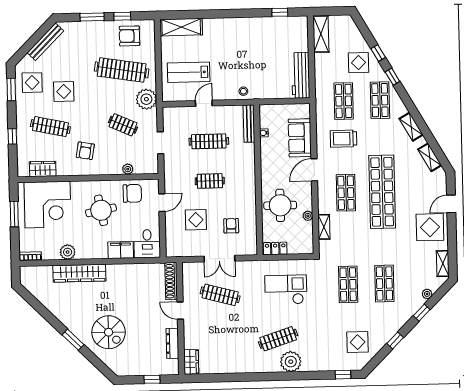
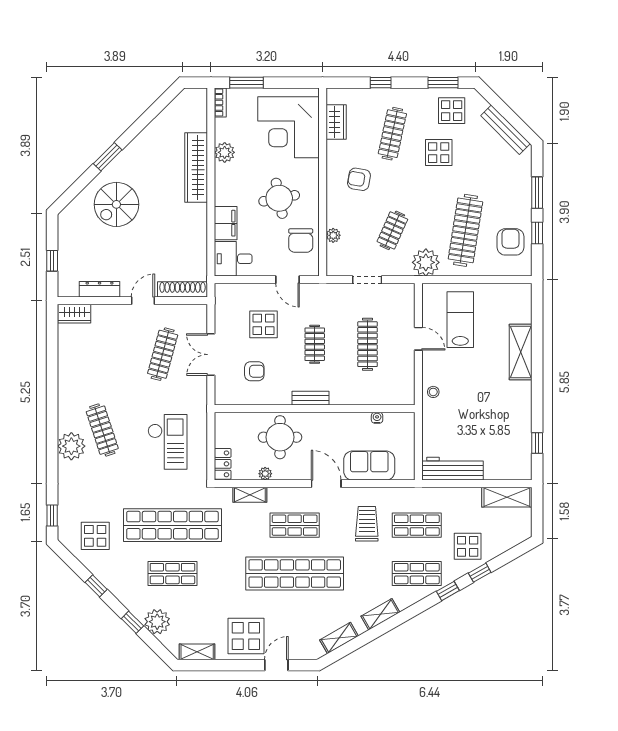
shelving: (181, 27) -> (521, 352), moved
bench: (249, 124) -> (311, 398), moved, width x0.73
door: (451, 204) -> (276, 665), hinge flipped
window: (14, 214) -> (246, 83), moved
locker: (275, 248) -> (223, 464), moved
shop shelf: (348, 284) -> (172, 525), width x2.00, depth x1.36
plant: (427, 294) -> (157, 622), width x1.88, depth x1.88

